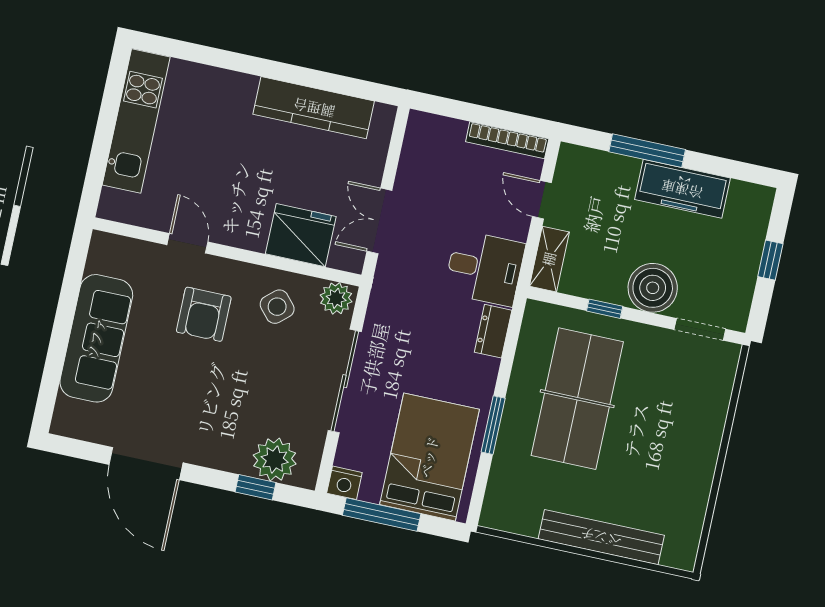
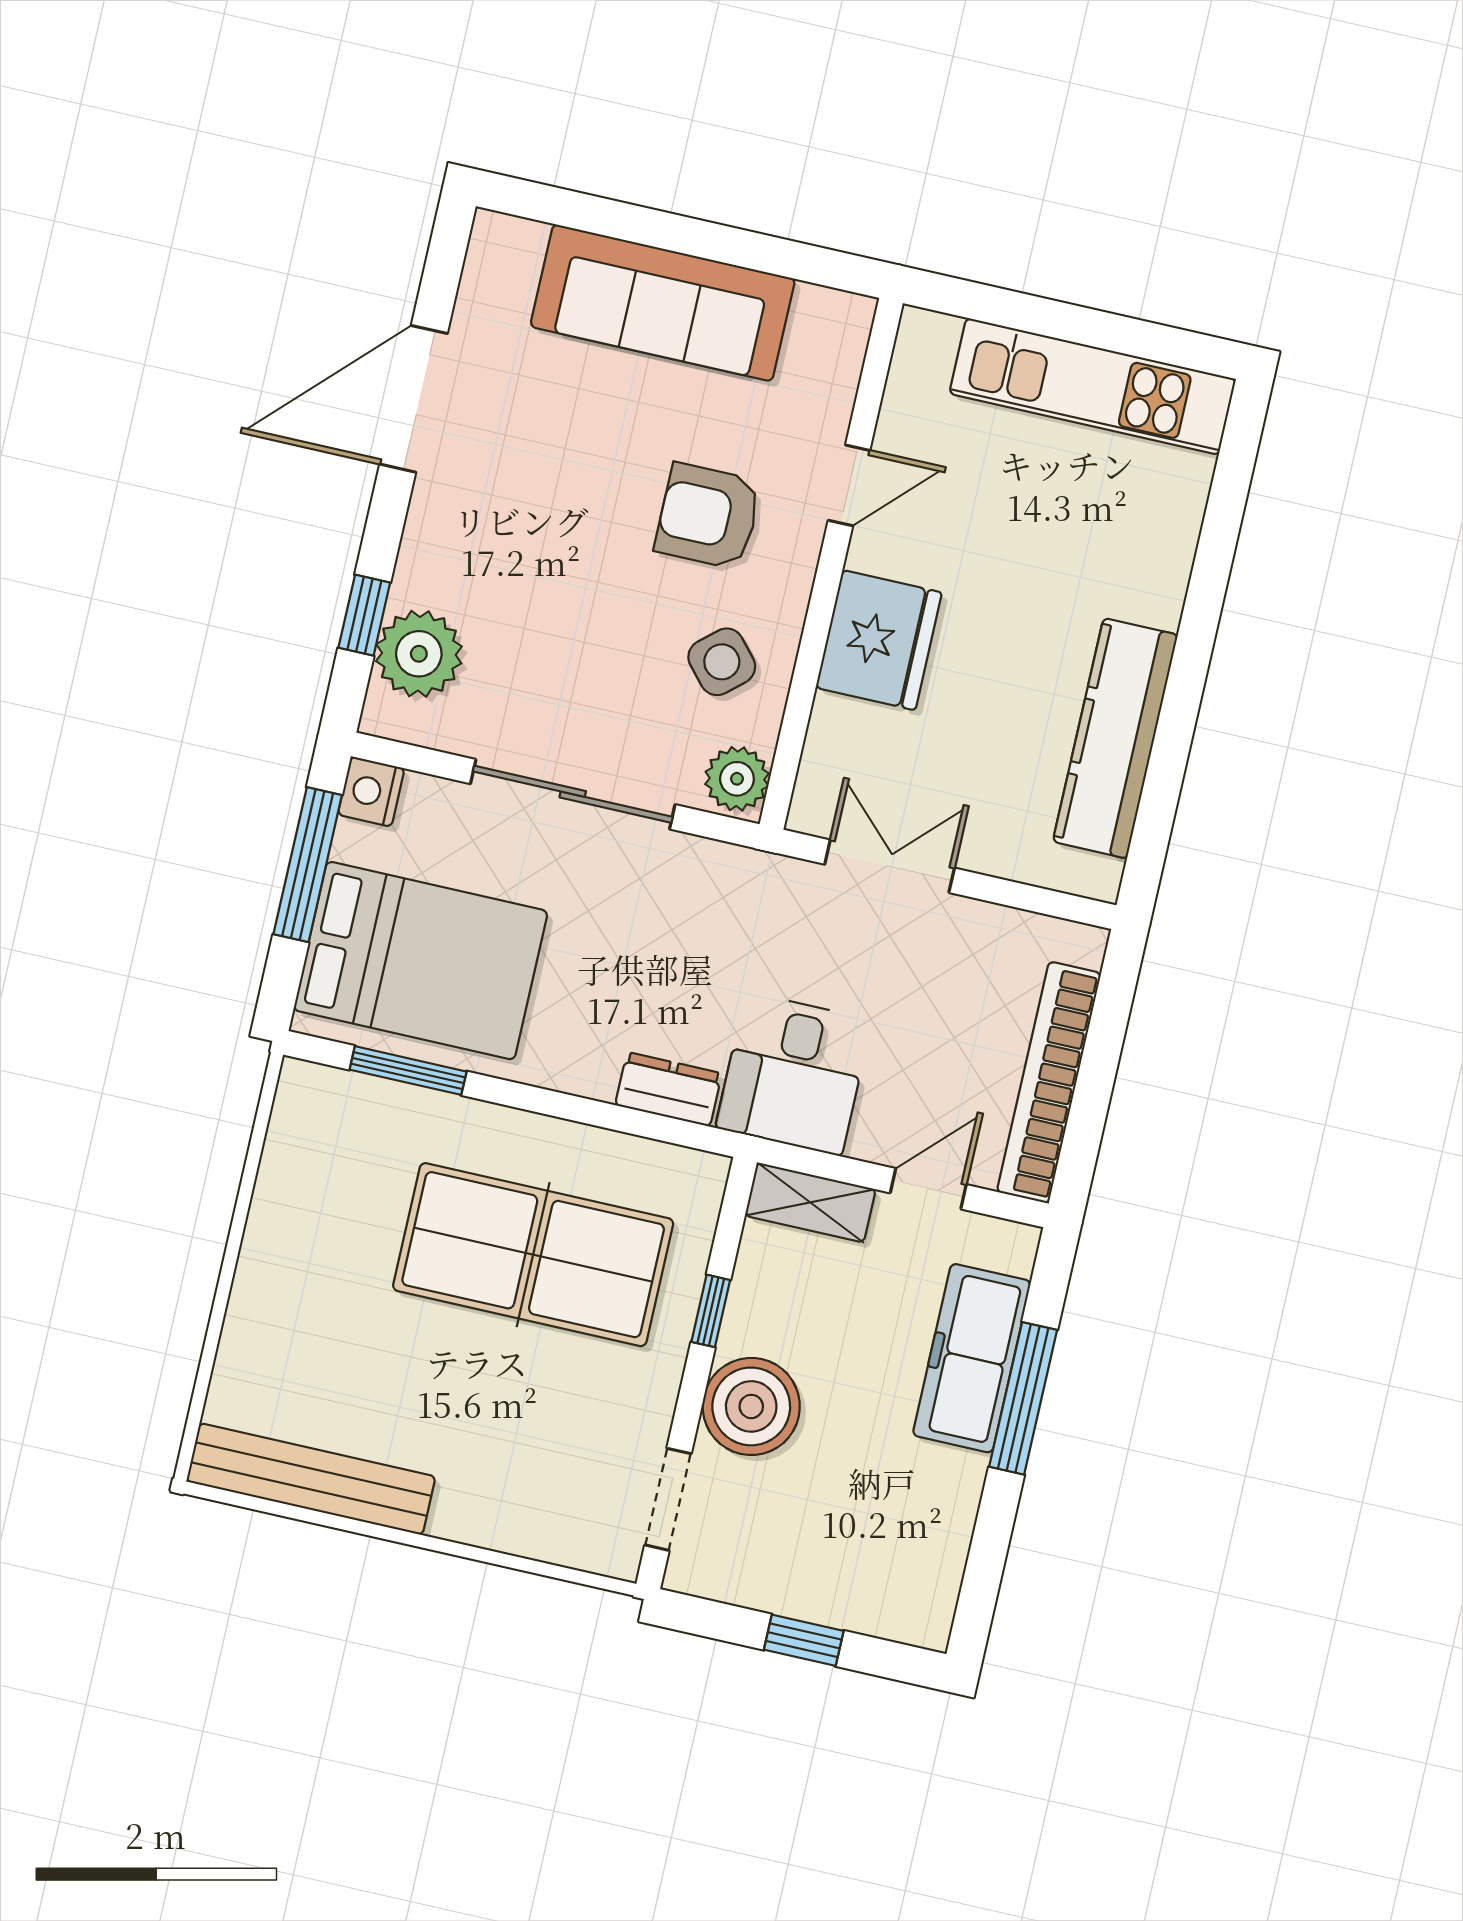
bookcase: (507, 140) -> (1049, 1082), width x1.48, depth x1.31
freezer: (682, 189) -> (972, 1358), moved
fridge: (301, 235) -> (879, 640), moved
window: (493, 425) -> (408, 1071), moved
bench: (601, 537) -> (311, 1479), moved, turned 90

